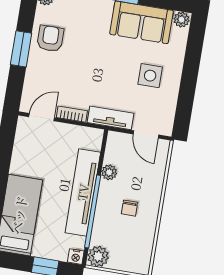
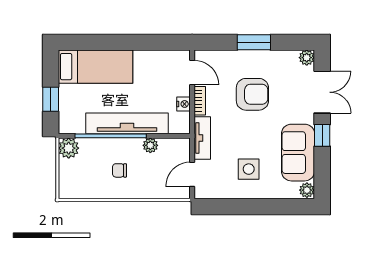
armchair: (50, 39) -> (252, 94), moved, width x1.38, depth x1.38
nightstand: (76, 257) -> (184, 104), moved, turned 180

